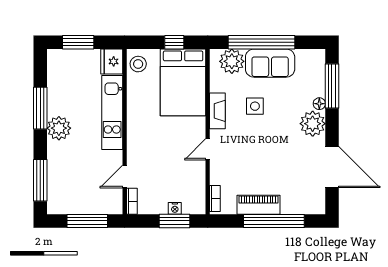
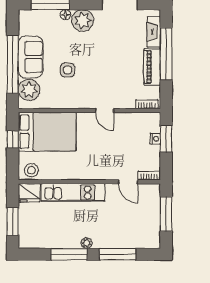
fireplace: (217, 111) -> (154, 32), moved, turned -90
plant: (59, 128) -> (86, 243), width x0.53, depth x0.53
window: (40, 180) -> (118, 254), moved

